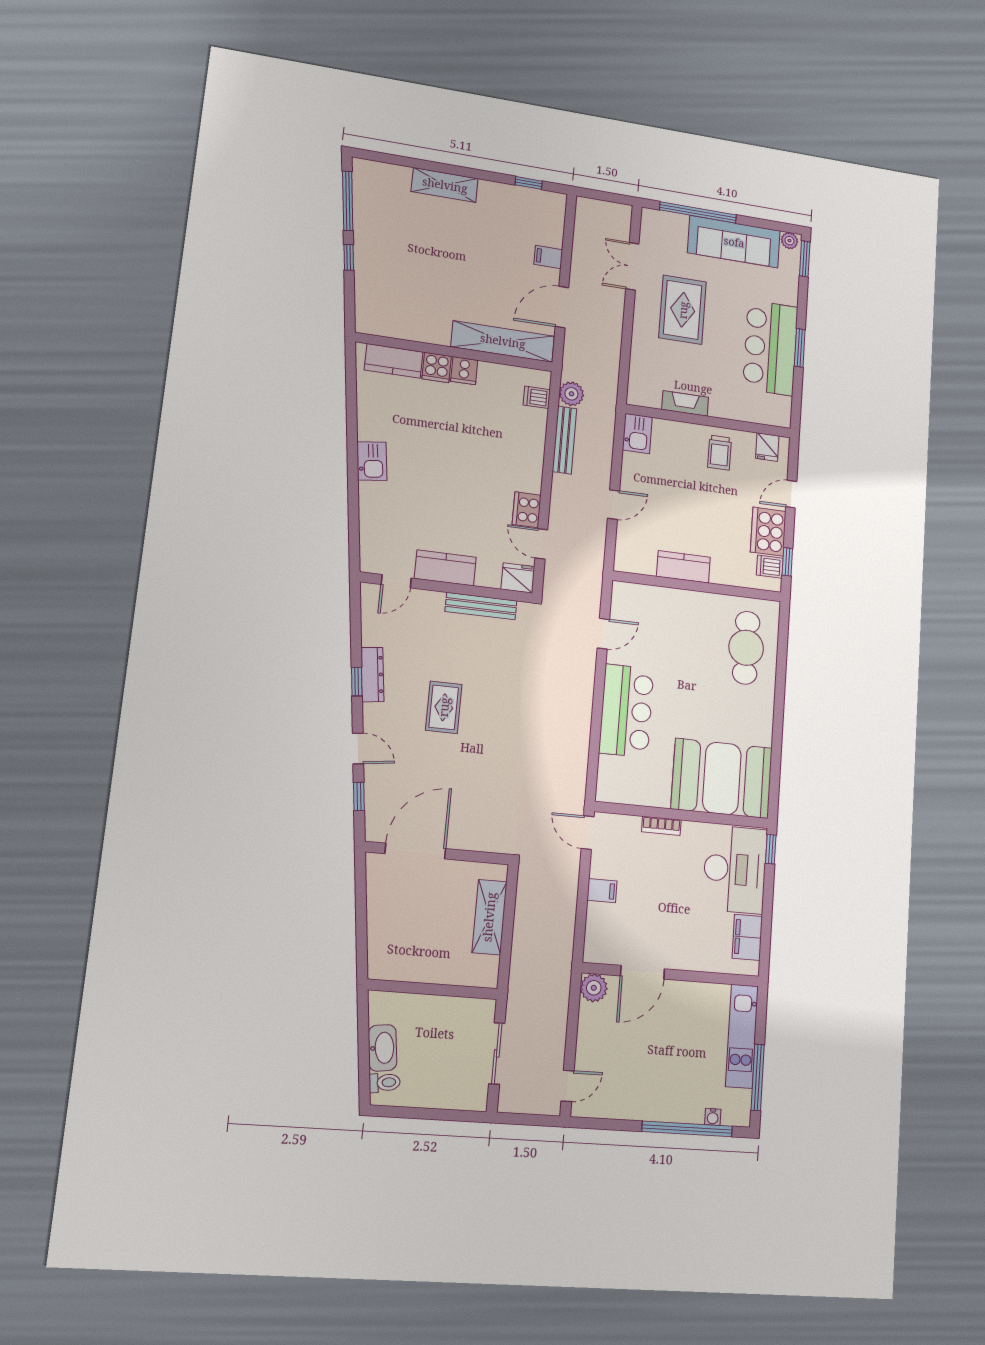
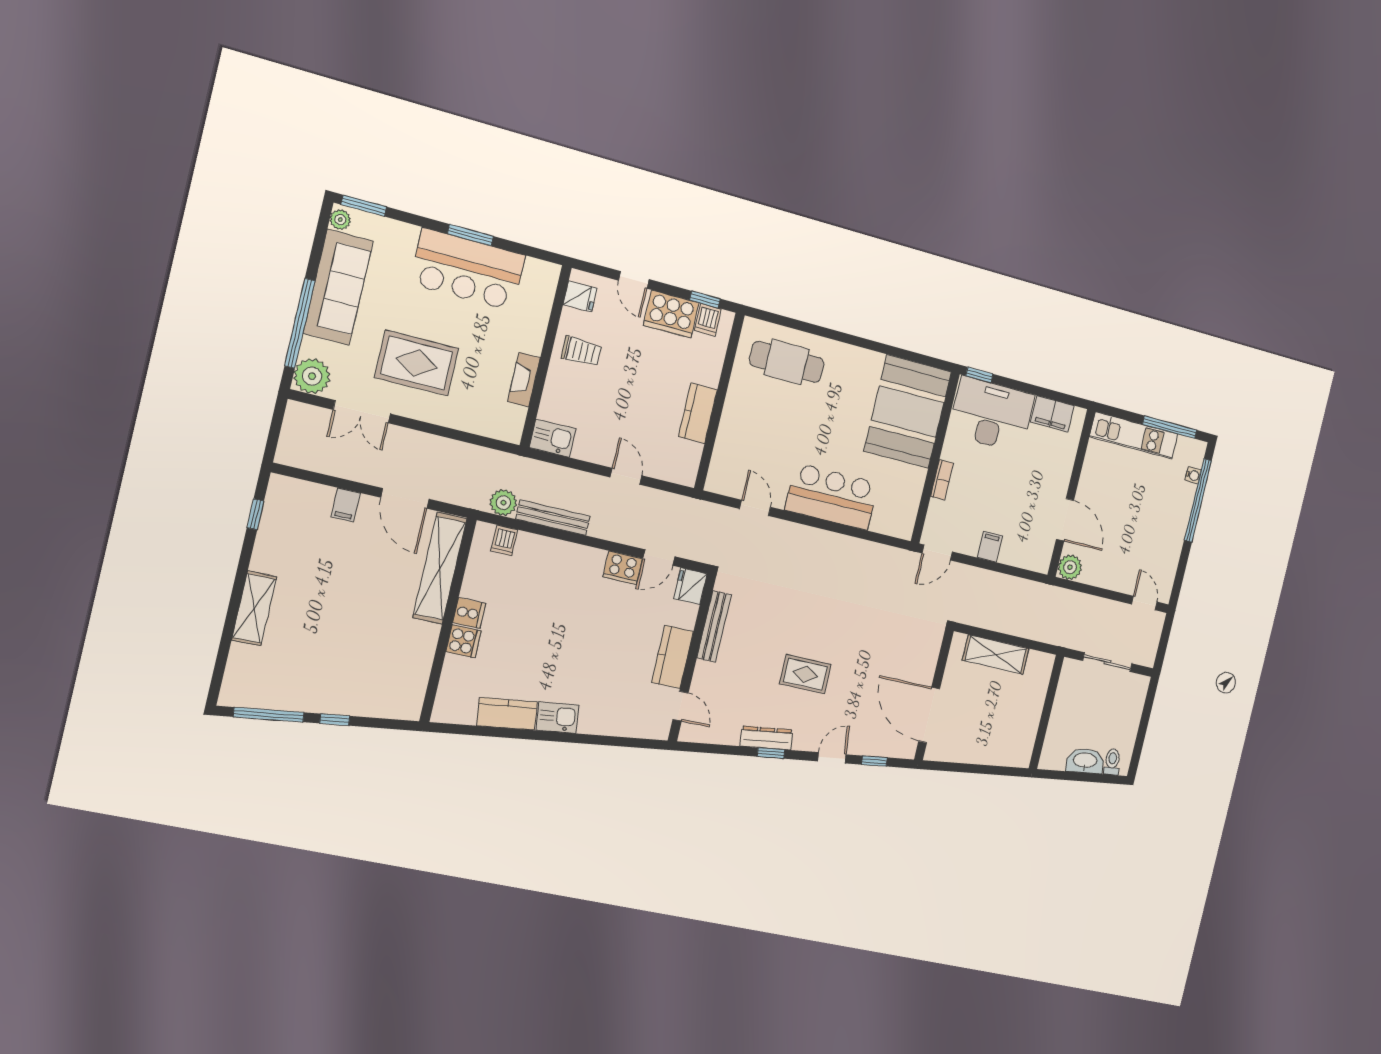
plant: (655, 224) -> (312, 376), added
kitchen counter: (394, 361) -> (507, 714), moved, turned -97

